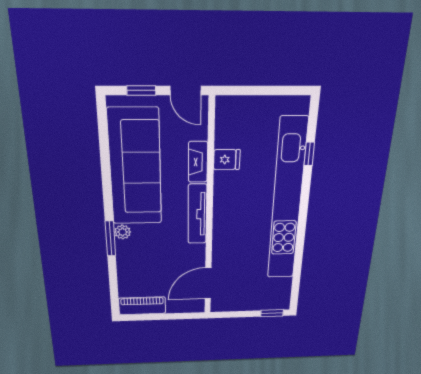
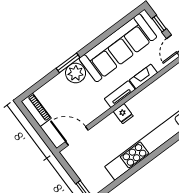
fridge: (227, 160) -> (123, 114), moved
tv unit: (197, 214) -> (120, 94), width x0.71
plant: (123, 232) -> (76, 73), width x1.88, depth x1.88

